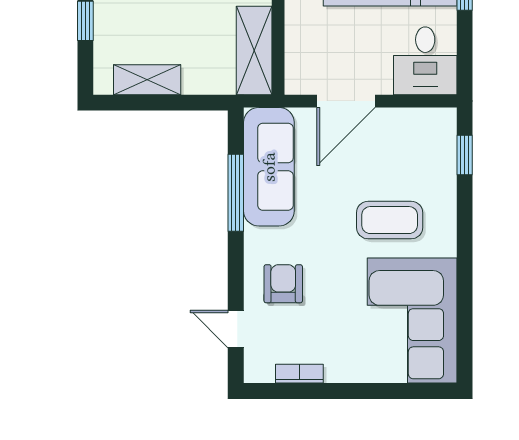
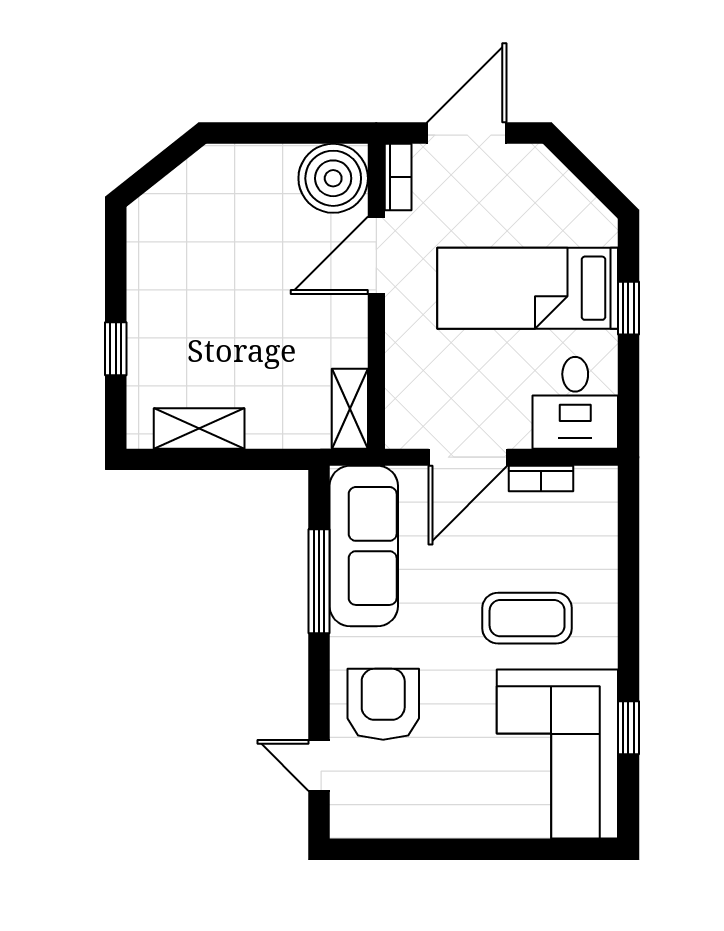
shelving: (254, 50) -> (350, 409), width x0.67, depth x0.75
window: (465, 155) -> (628, 728), moved
armchair: (283, 284) -> (383, 704), width x1.38, depth x1.38
bookcase: (299, 374) -> (541, 479), moved, turned 180

